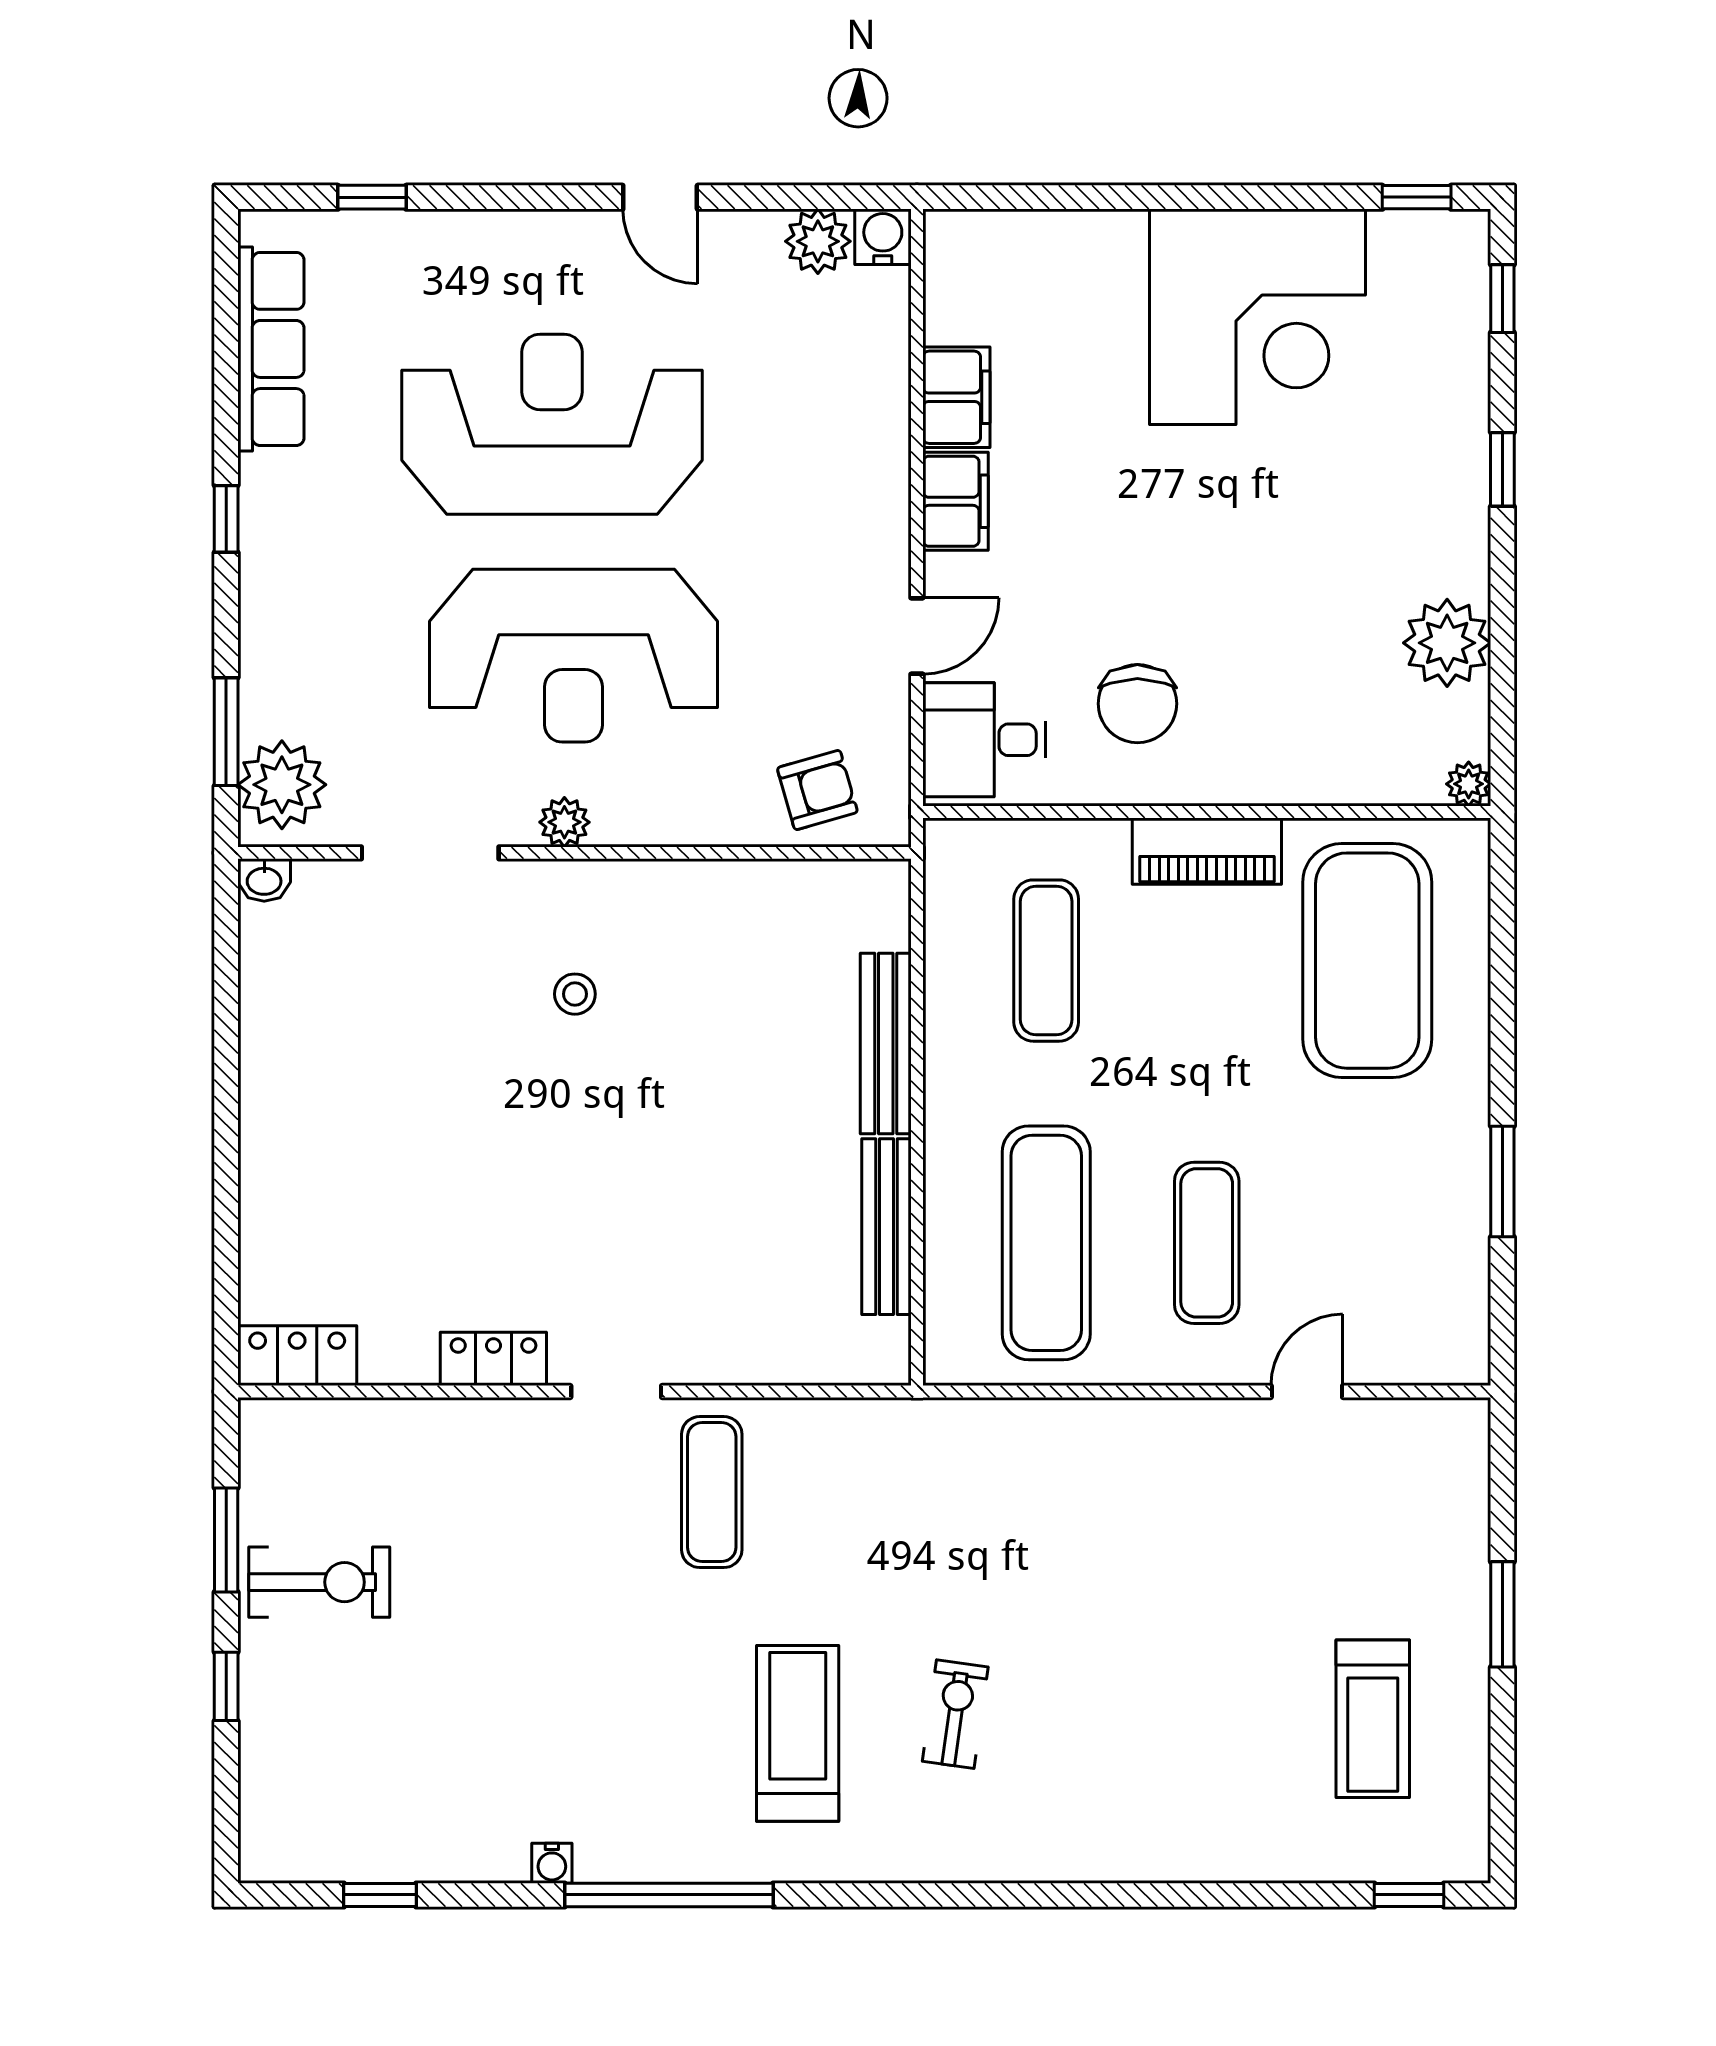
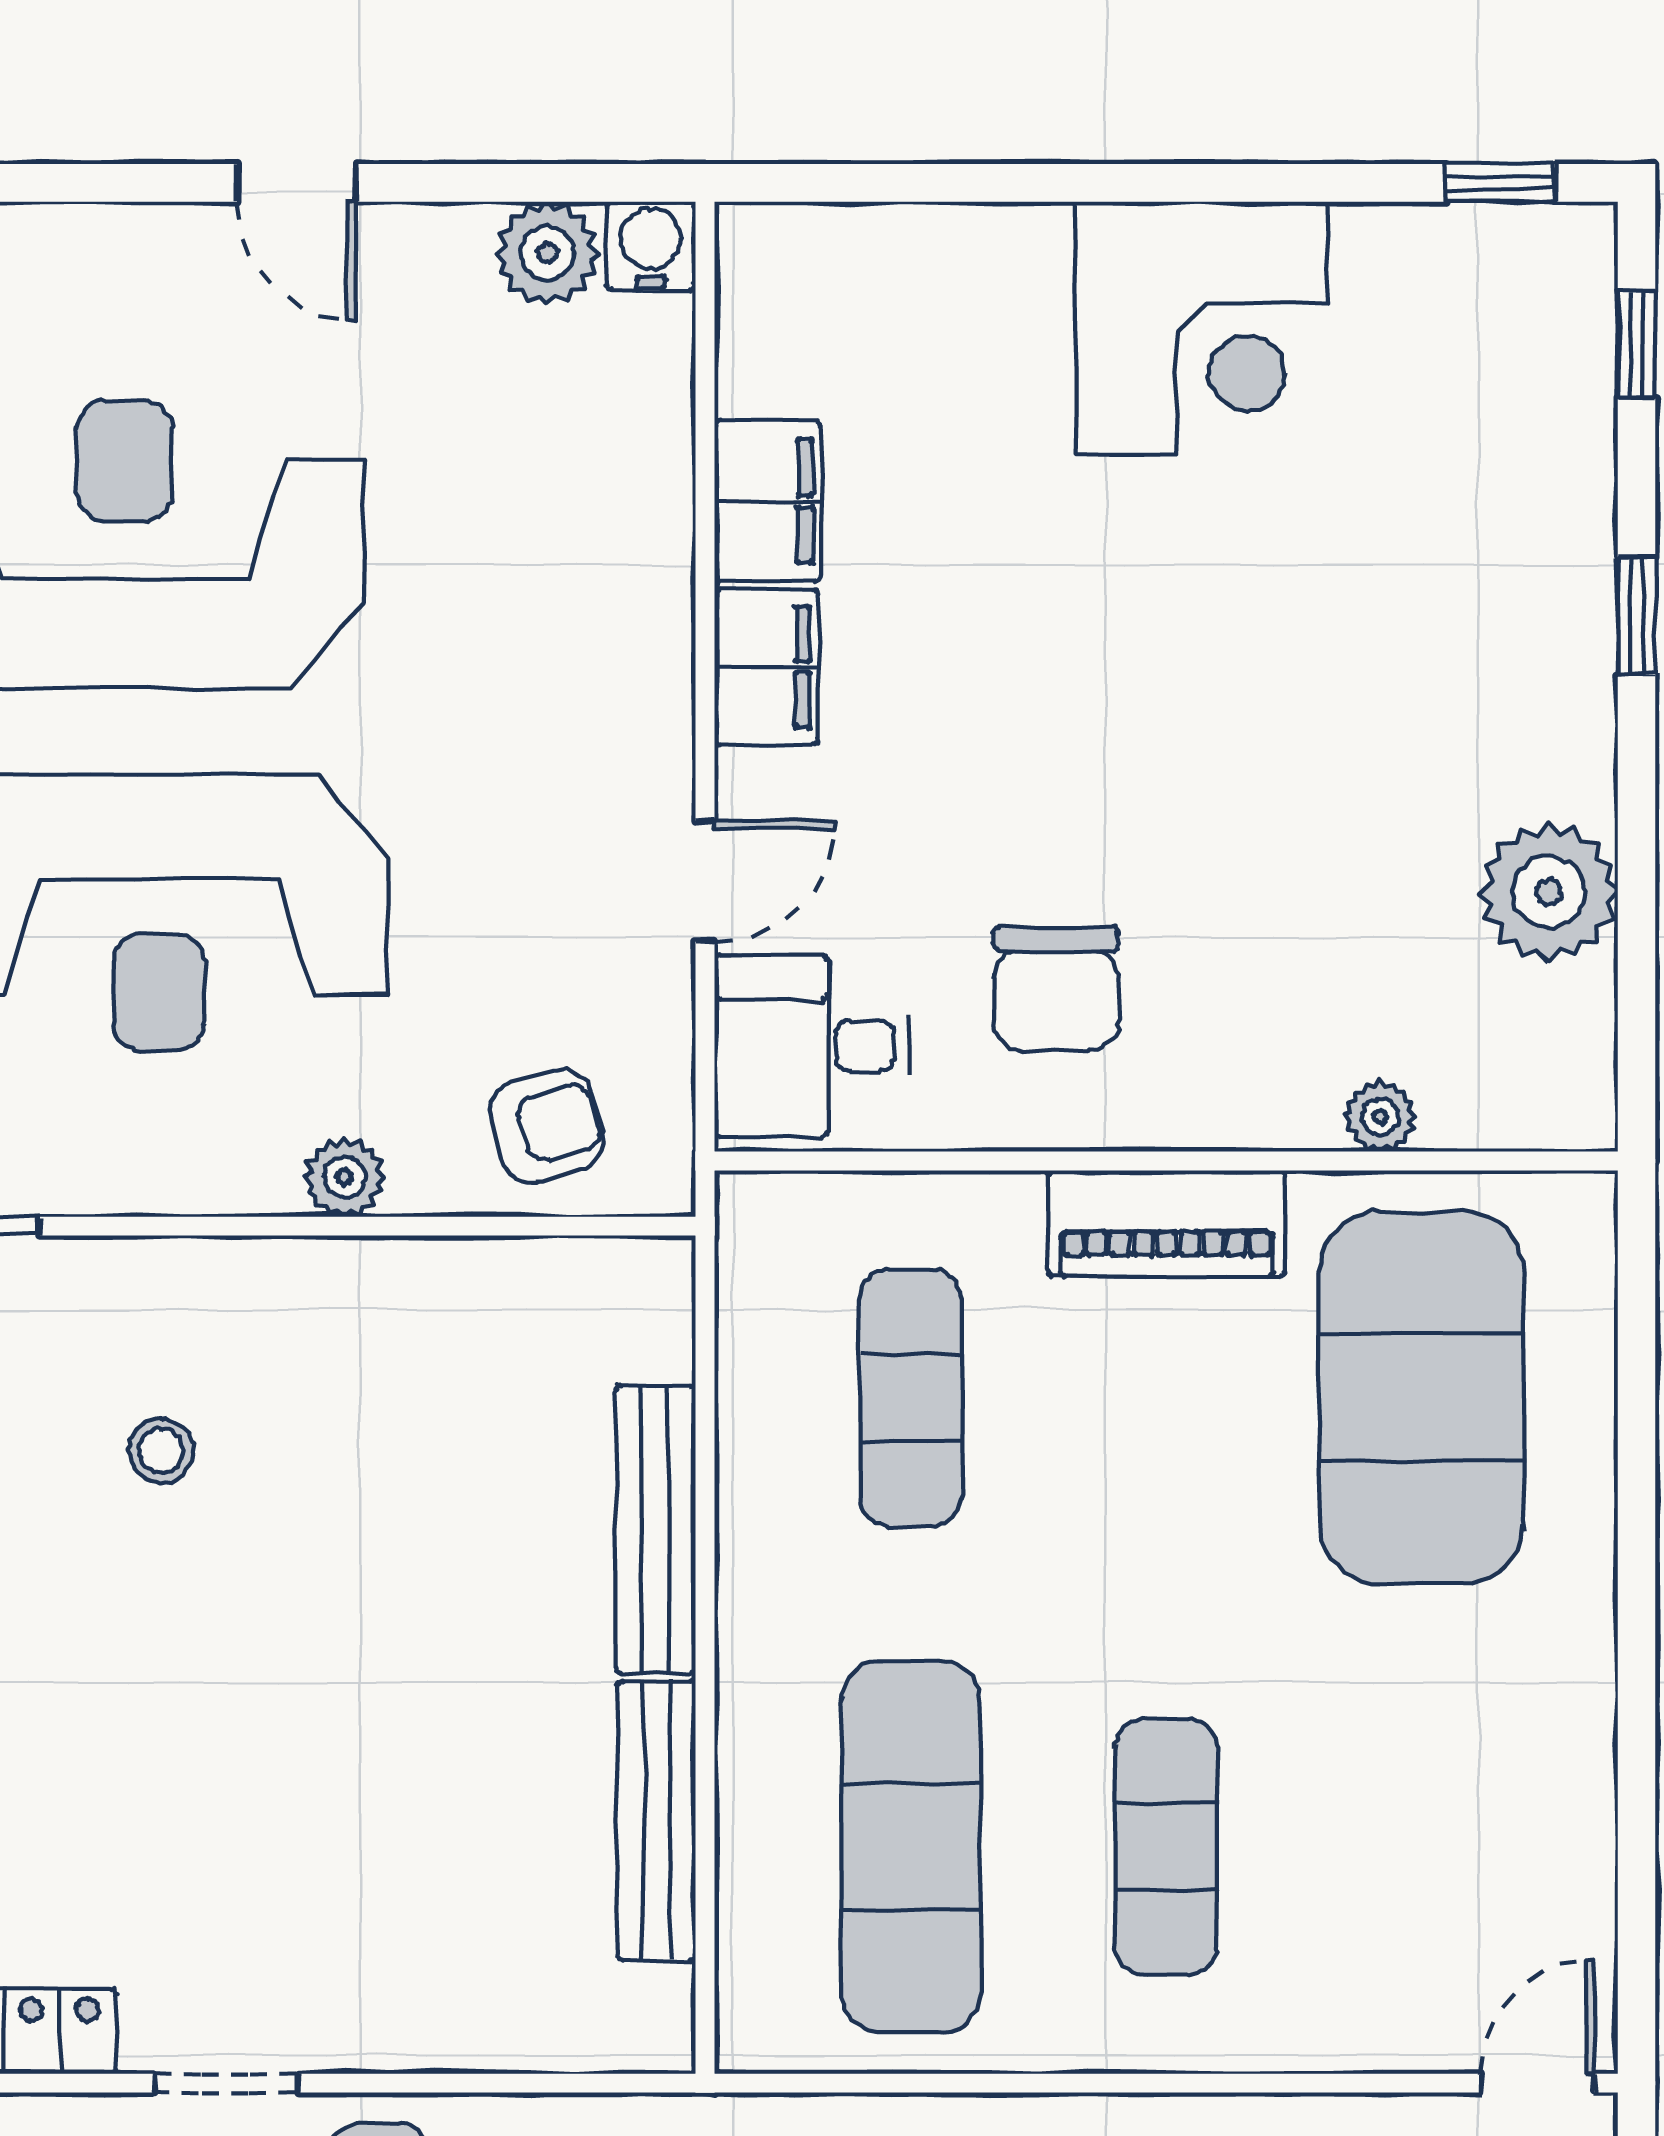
corner desk: (1258, 317) -> (1202, 328), width x0.74, depth x0.74
plant: (1469, 784) -> (1380, 1116), moved
plant: (564, 822) -> (344, 1177), moved
window: (1502, 1182) -> (1637, 1749), removed
door: (1307, 1392) -> (1538, 2083), moved

